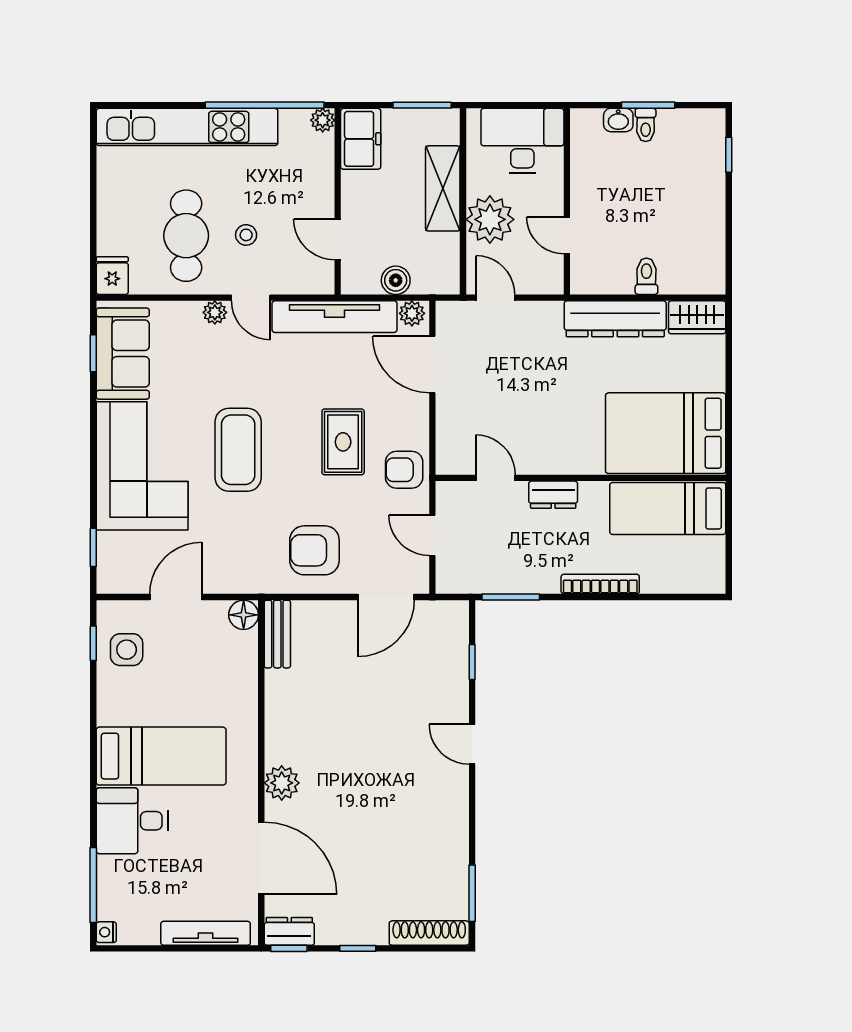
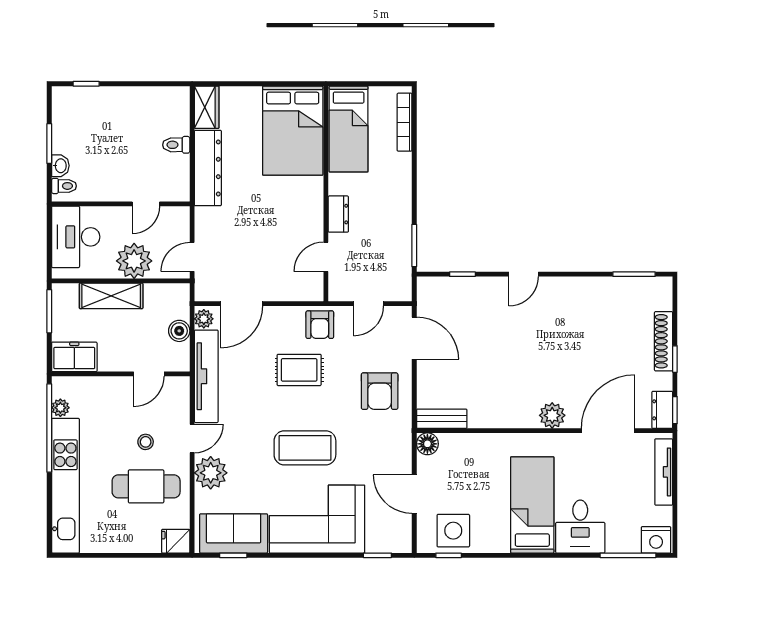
plant: (323, 120) -> (60, 408), moved
toilet: (646, 125) -> (64, 186), moved
plant: (215, 312) -> (211, 473), width x1.87, depth x1.87
bookcase: (600, 584) -> (405, 122), moved
side table: (127, 650) -> (453, 531), width x1.37, depth x1.37
nightstand: (106, 932) -> (656, 540), width x1.89, depth x1.79
shoe rack: (429, 933) -> (664, 341), moved

